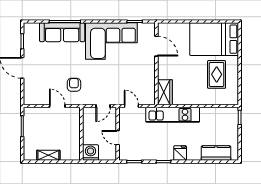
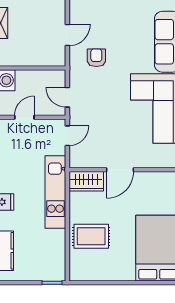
door: (156, 46) -> (120, 170), moved
rug: (217, 74) -> (91, 236), moved
armchair: (74, 85) -> (96, 58), turned -90

